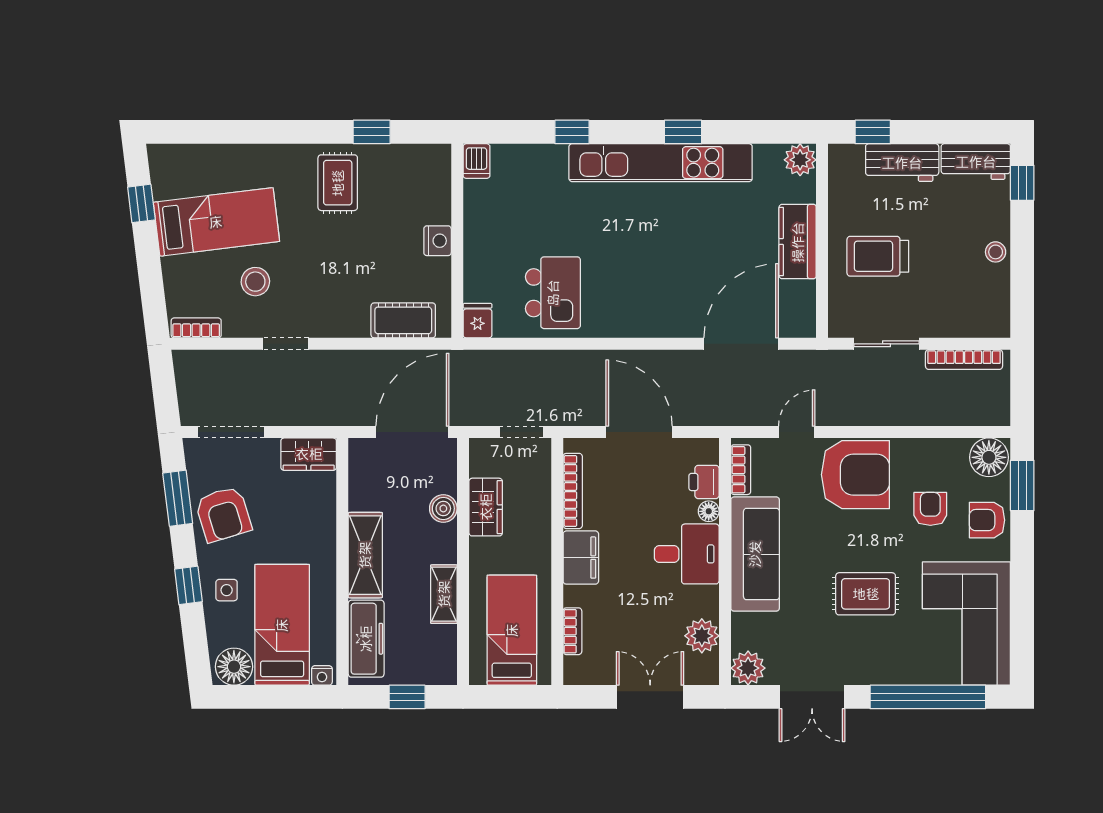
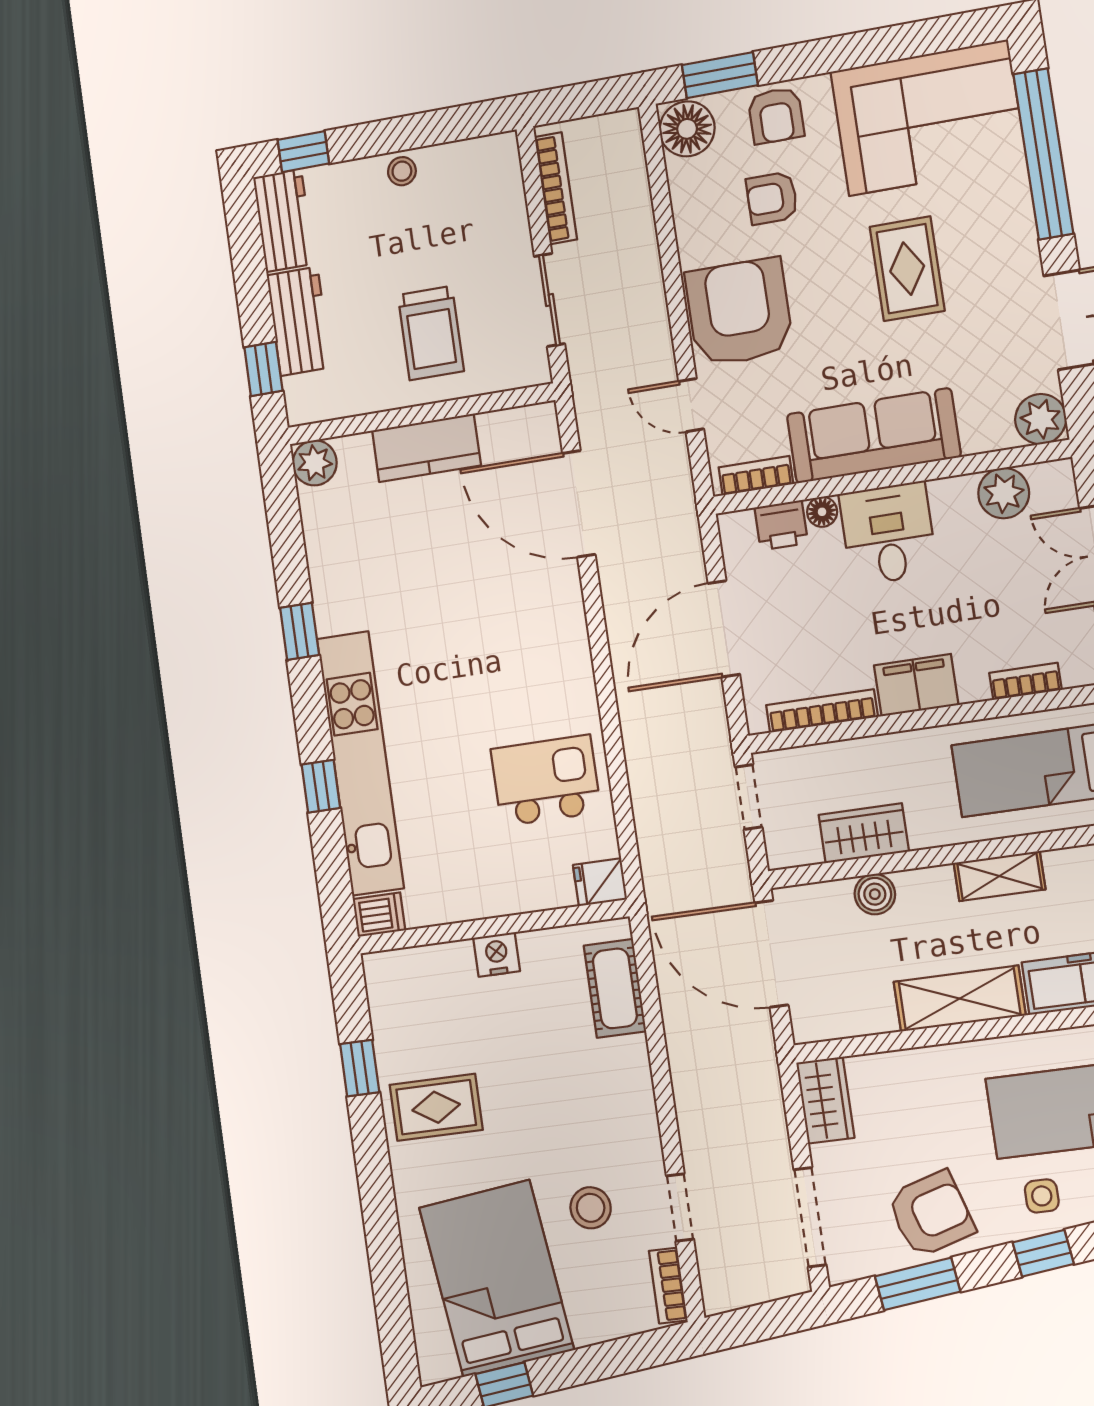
kitchen unit: (661, 163) -> (360, 763), moved
bed: (216, 222) -> (496, 1279), width x1.50
doorway: (286, 344) -> (680, 1207), moved

